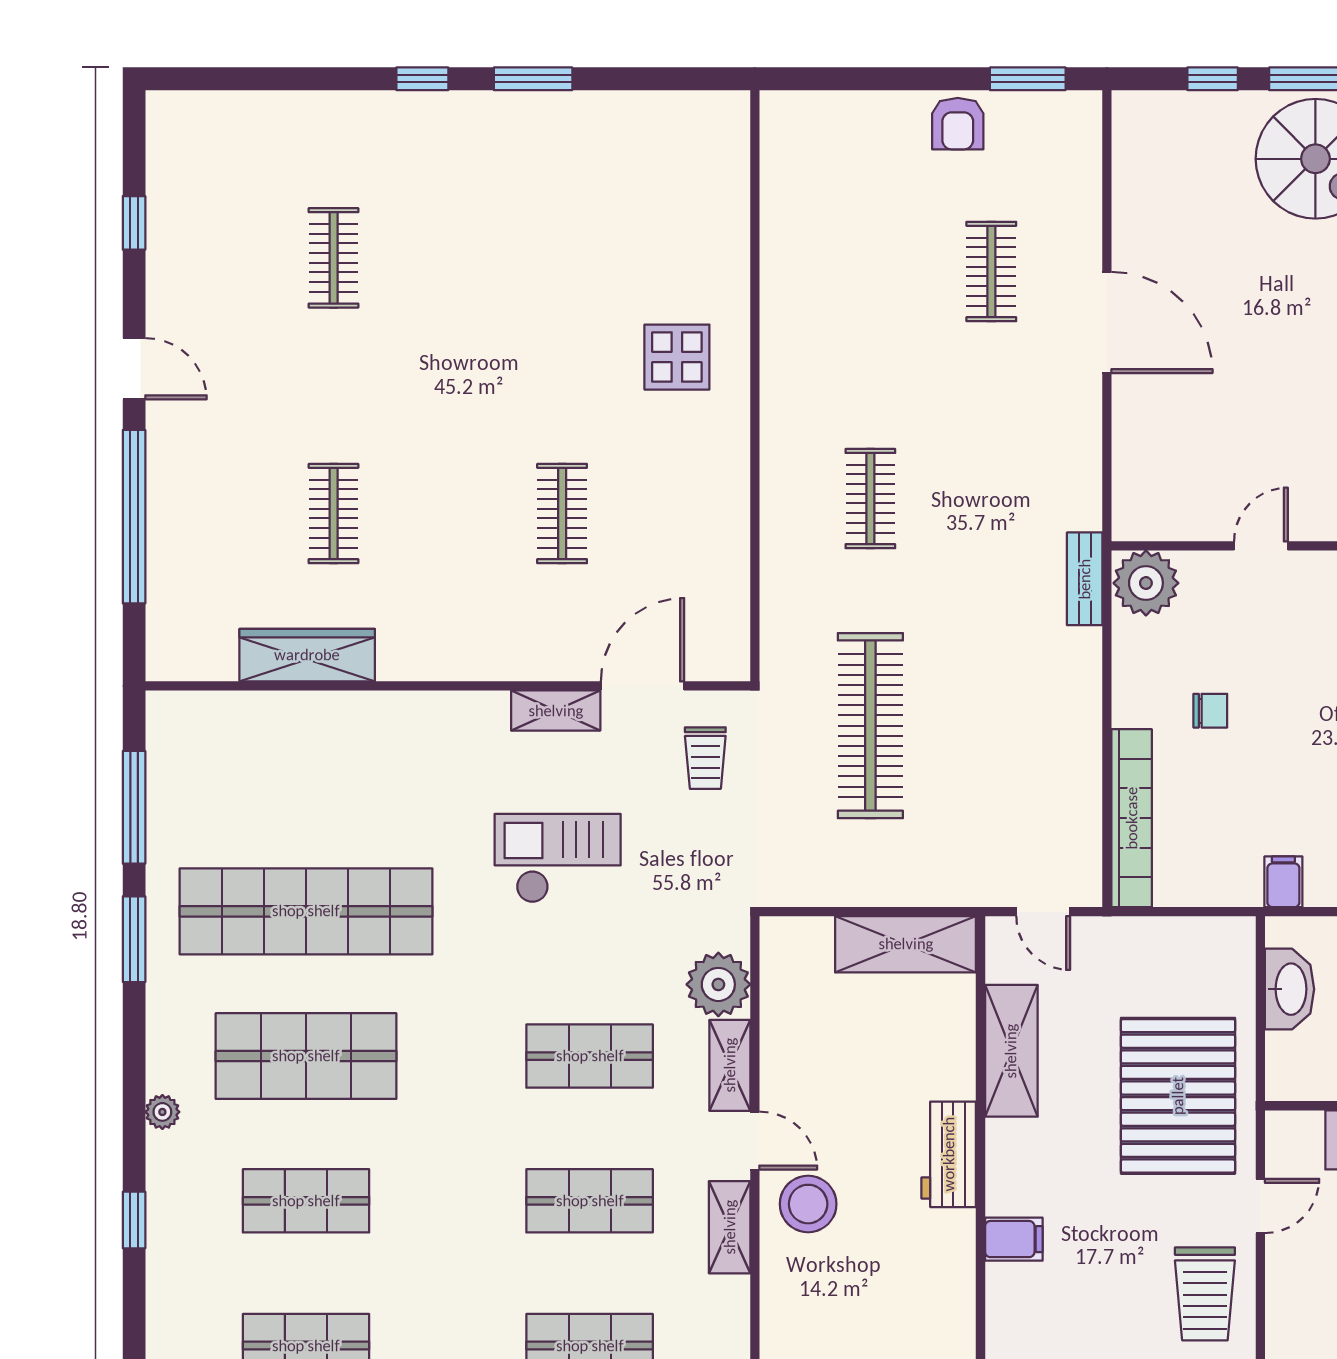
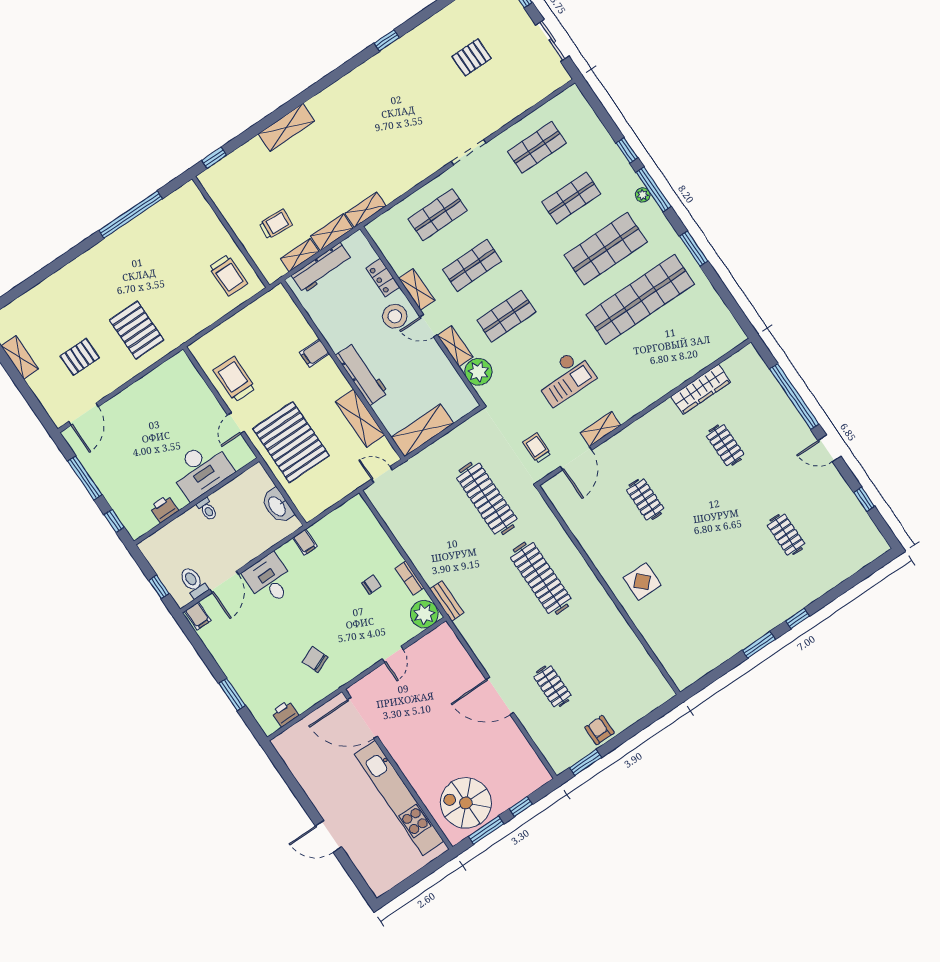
clothes rail: (870, 499) -> (541, 578), width x1.86, depth x1.31
chair: (1210, 711) -> (371, 585), turned 180
window: (134, 807) -> (653, 189), moved
bookcase: (1132, 818) -> (410, 578), moved, width x0.43, depth x0.76
workbench: (949, 1154) -> (362, 374), width x1.38
locker: (780, 1295) -> (383, 278), added

